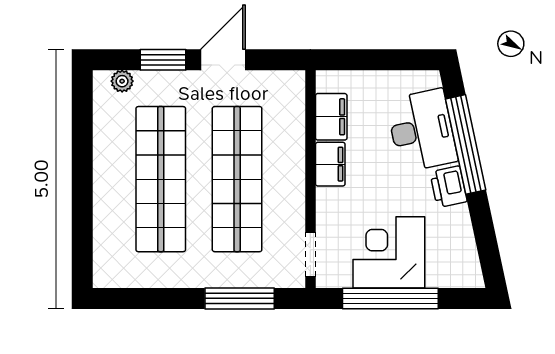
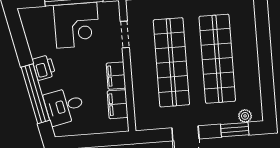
window: (163, 60) -> (235, 130), moved
desk: (422, 130) -> (64, 106), width x0.73
doorway: (310, 255) -> (125, 34), moved

